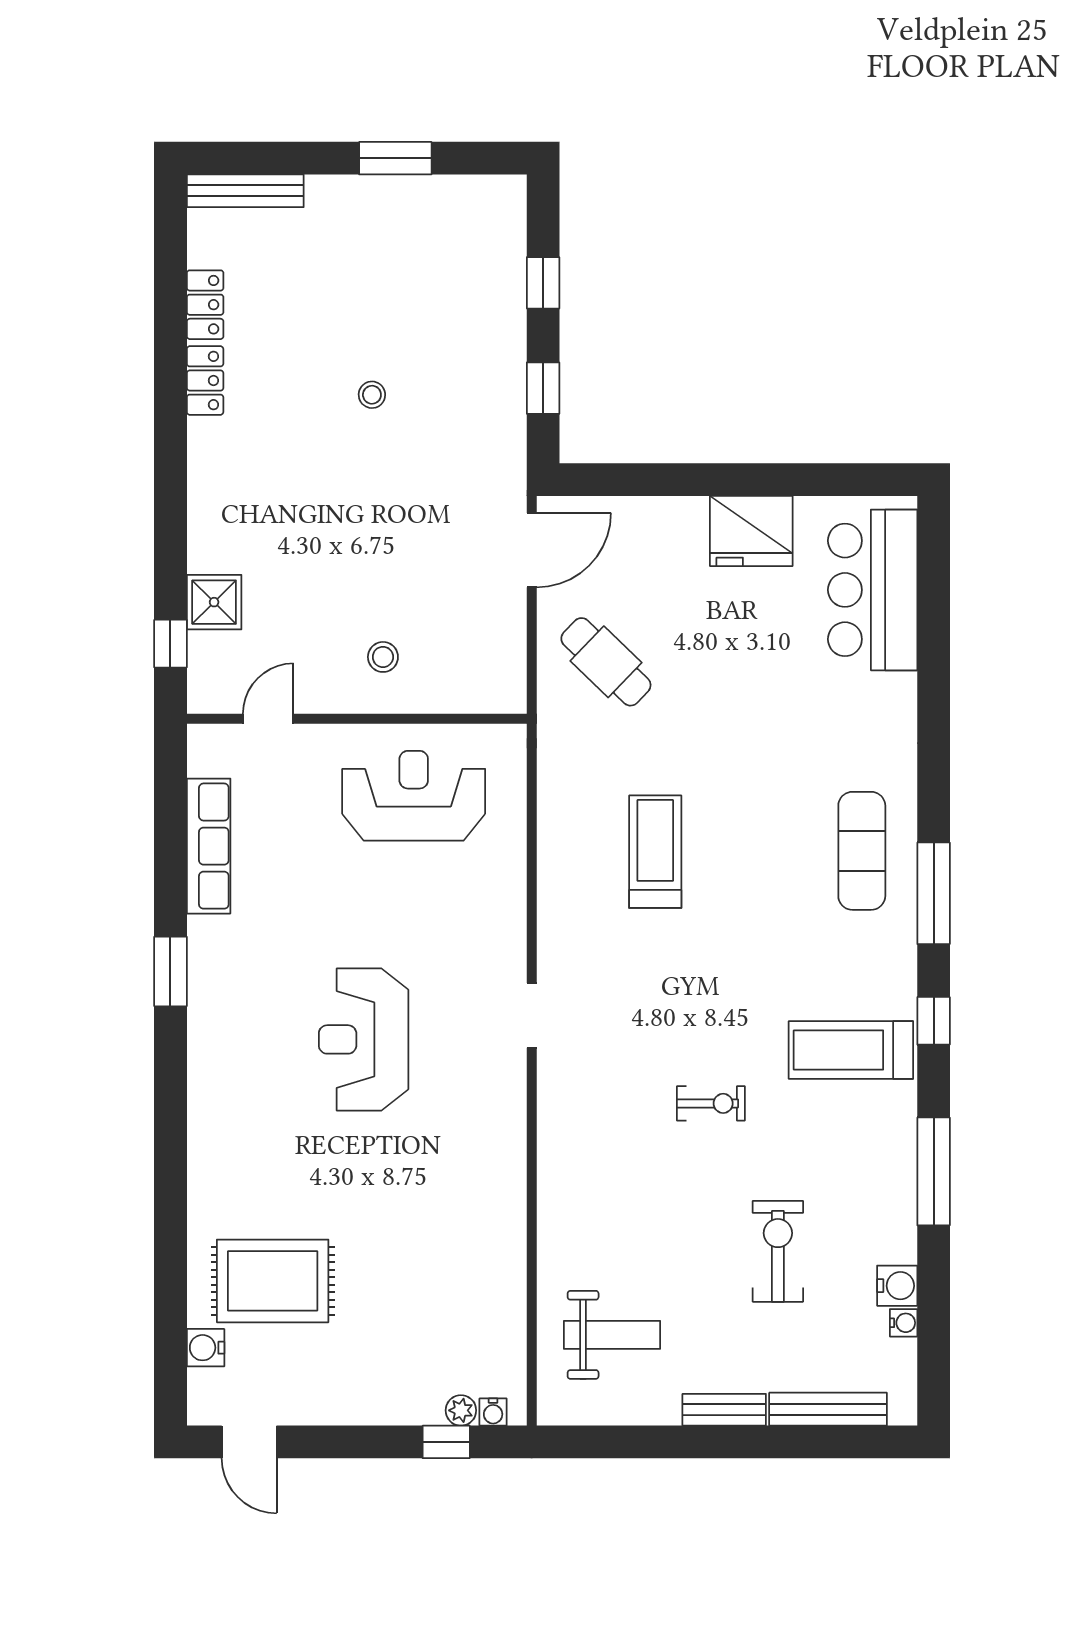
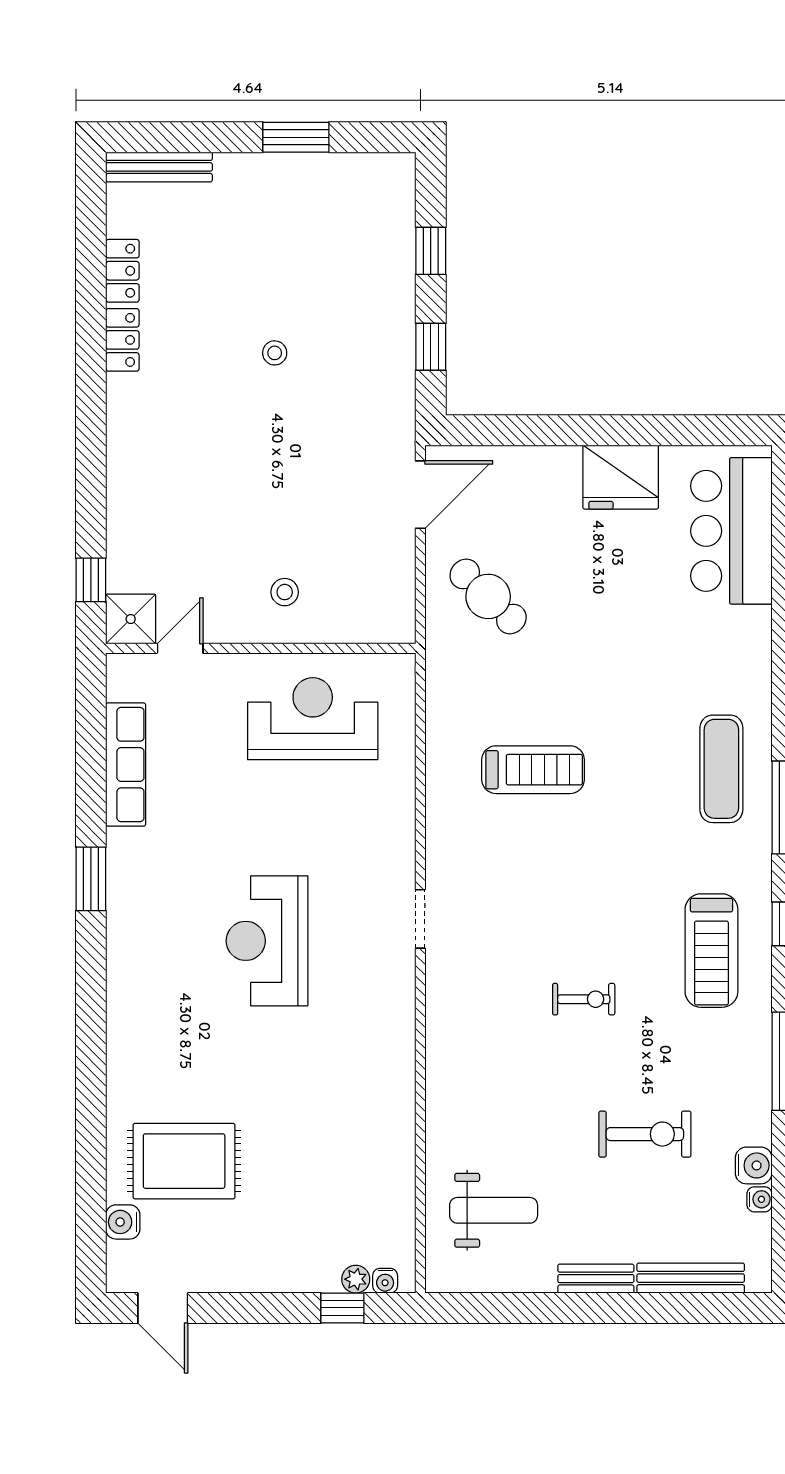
shower: (214, 602) -> (131, 619), moved
treadmill: (655, 852) -> (533, 770), turned 90
treadmill: (851, 1050) -> (711, 951), turned -90
exercise bike: (778, 1251) -> (645, 1134), turned 90

